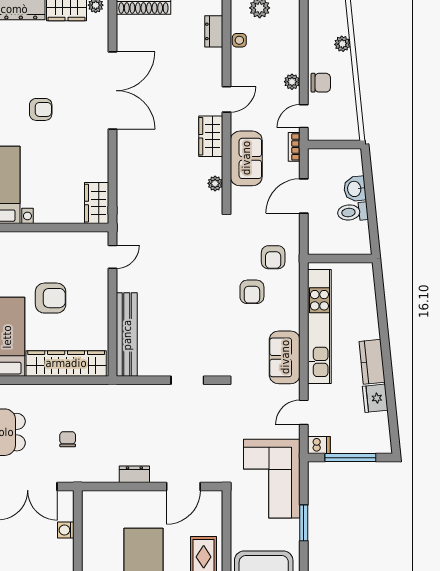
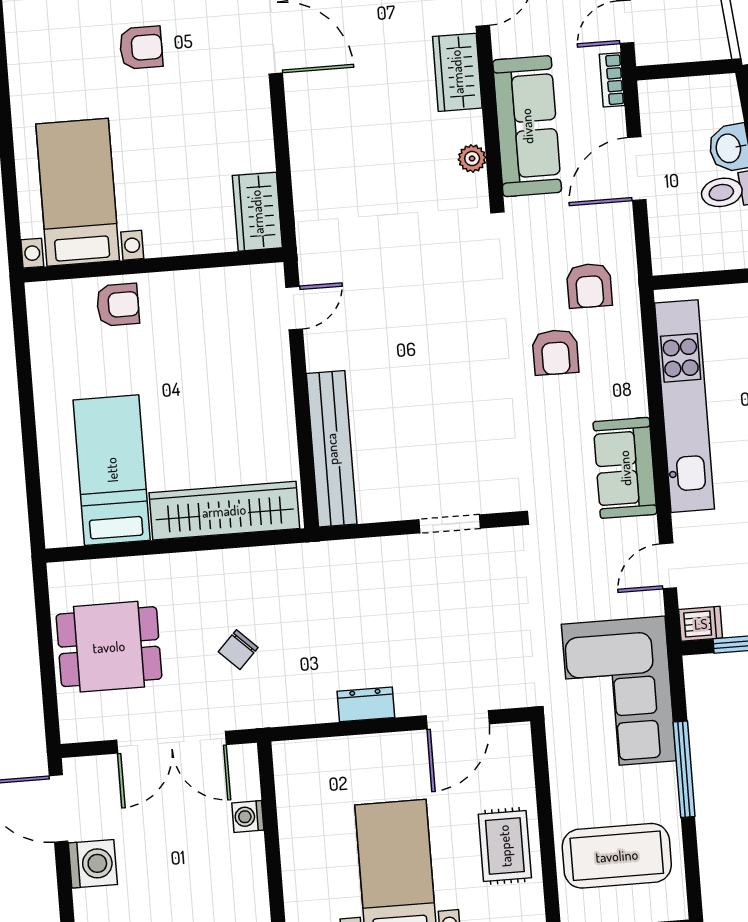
sofa: (246, 158) -> (527, 126), width x1.36
armchair: (51, 298) -> (118, 305), moved, width x0.72, depth x0.72
chair: (68, 439) -> (238, 650), turned -136
window: (304, 523) -> (684, 769), width x1.44

